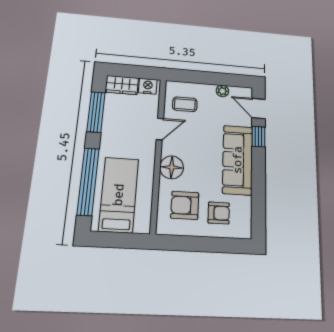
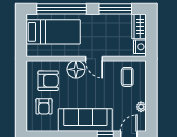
door: (160, 129) -> (94, 59), moved
armchair: (185, 205) -> (48, 81), turned 90

